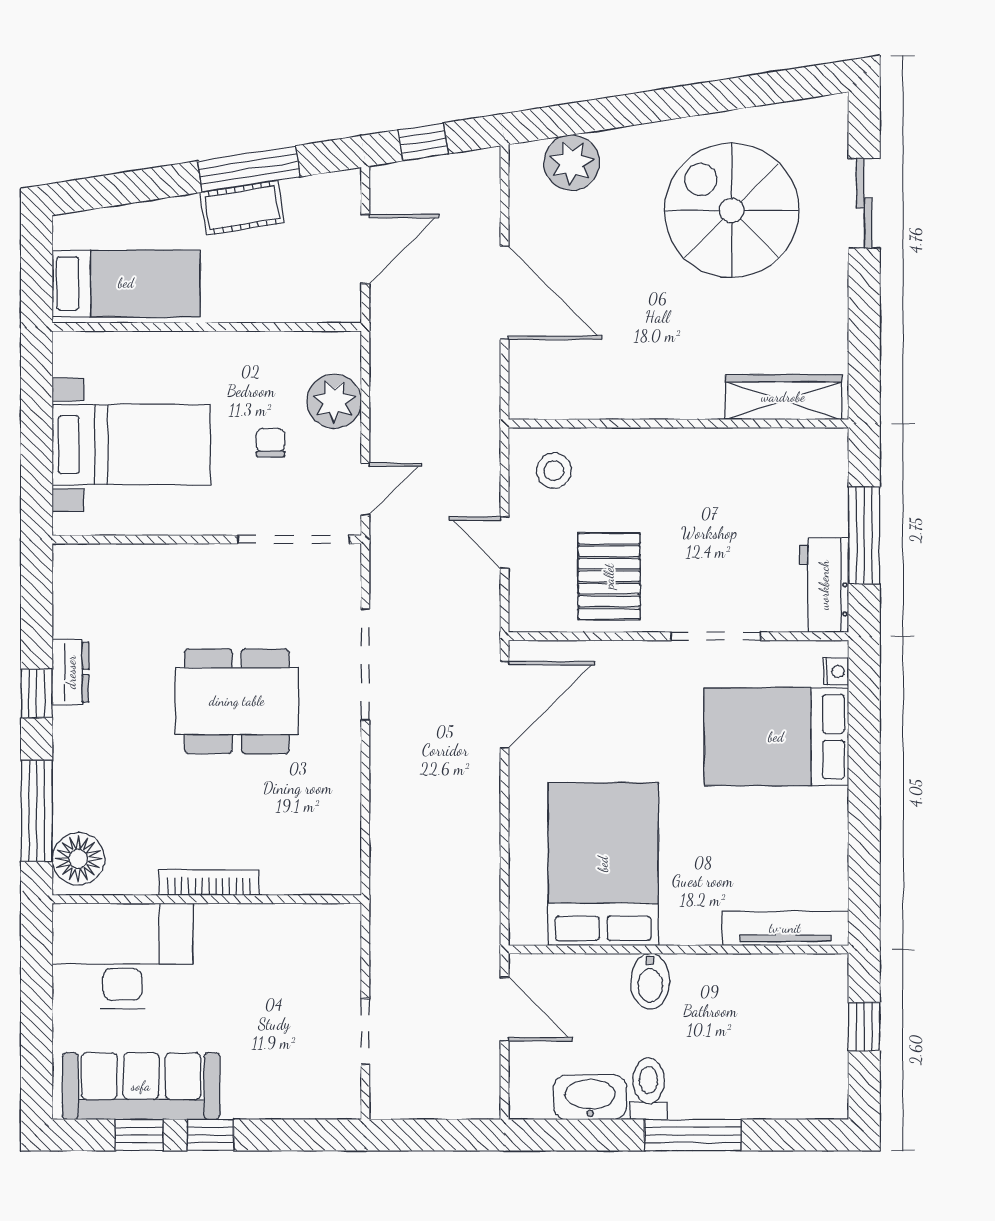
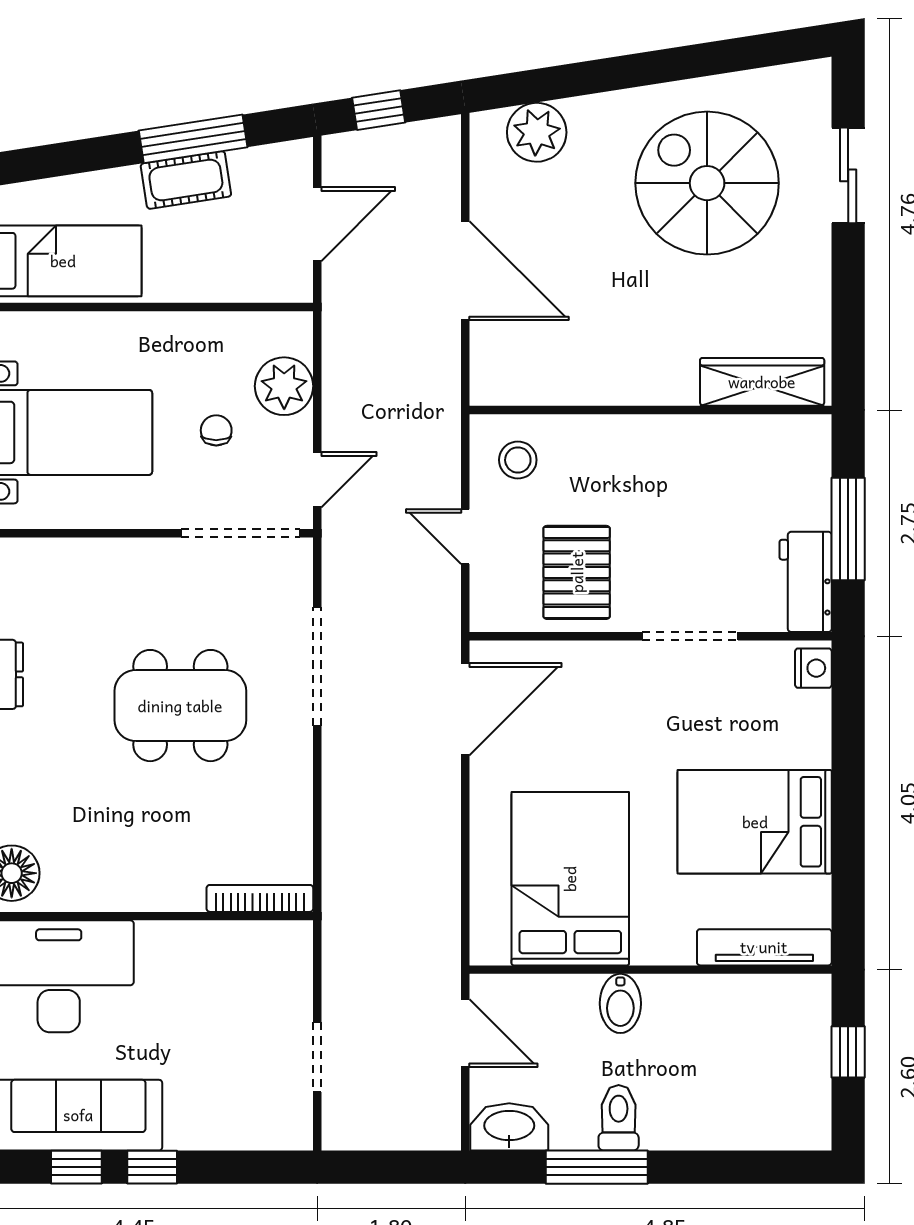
nightstand: (836, 671) -> (813, 668), width x1.39, depth x1.35
bed: (776, 737) -> (755, 822), moved
bookcase: (209, 882) -> (260, 898), moved
washbasin: (590, 1097) -> (509, 1127), moved
window: (693, 1135) -> (597, 1167), moved

